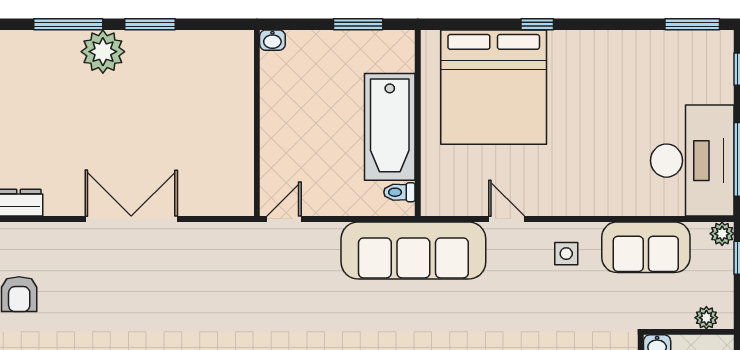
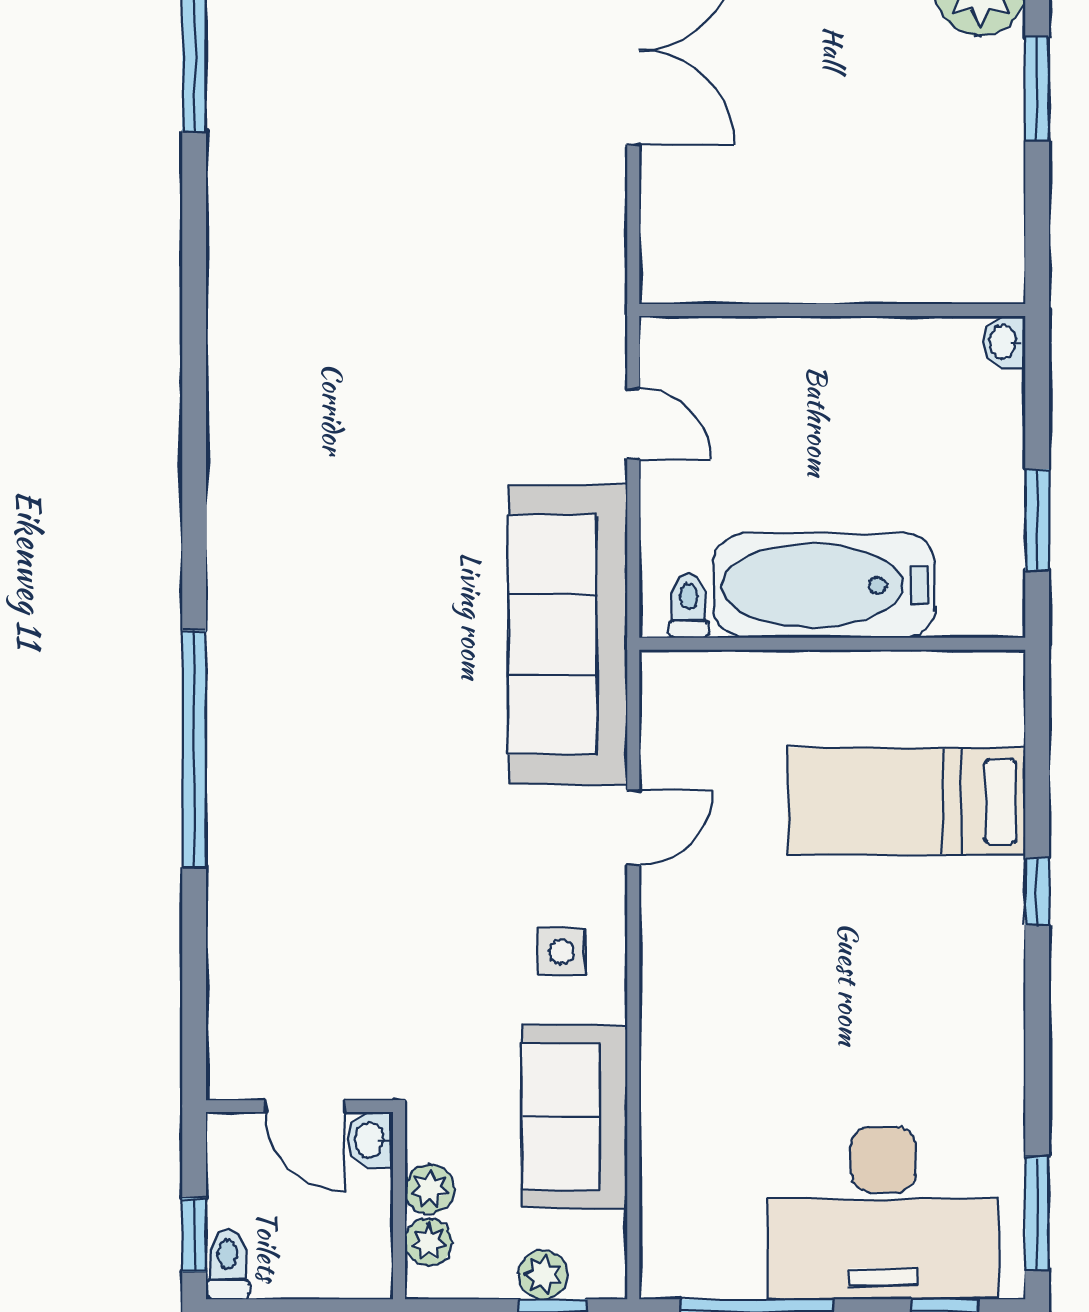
bed: (494, 87) -> (907, 801), width x0.49
desk: (692, 161) -> (883, 1213), moved
door: (284, 219) -> (633, 424), moved
plant: (722, 234) -> (543, 1275), moved
plant: (681, 317) -> (430, 1189), added

